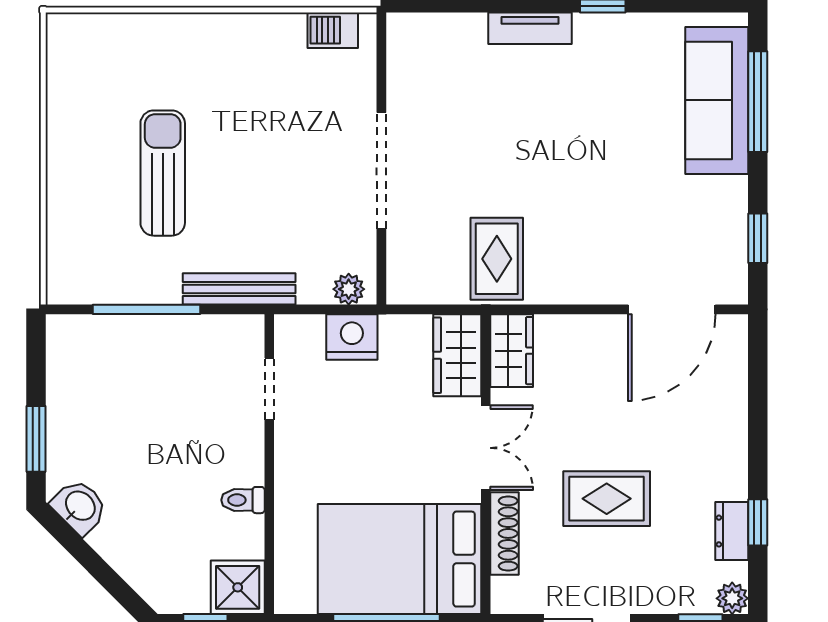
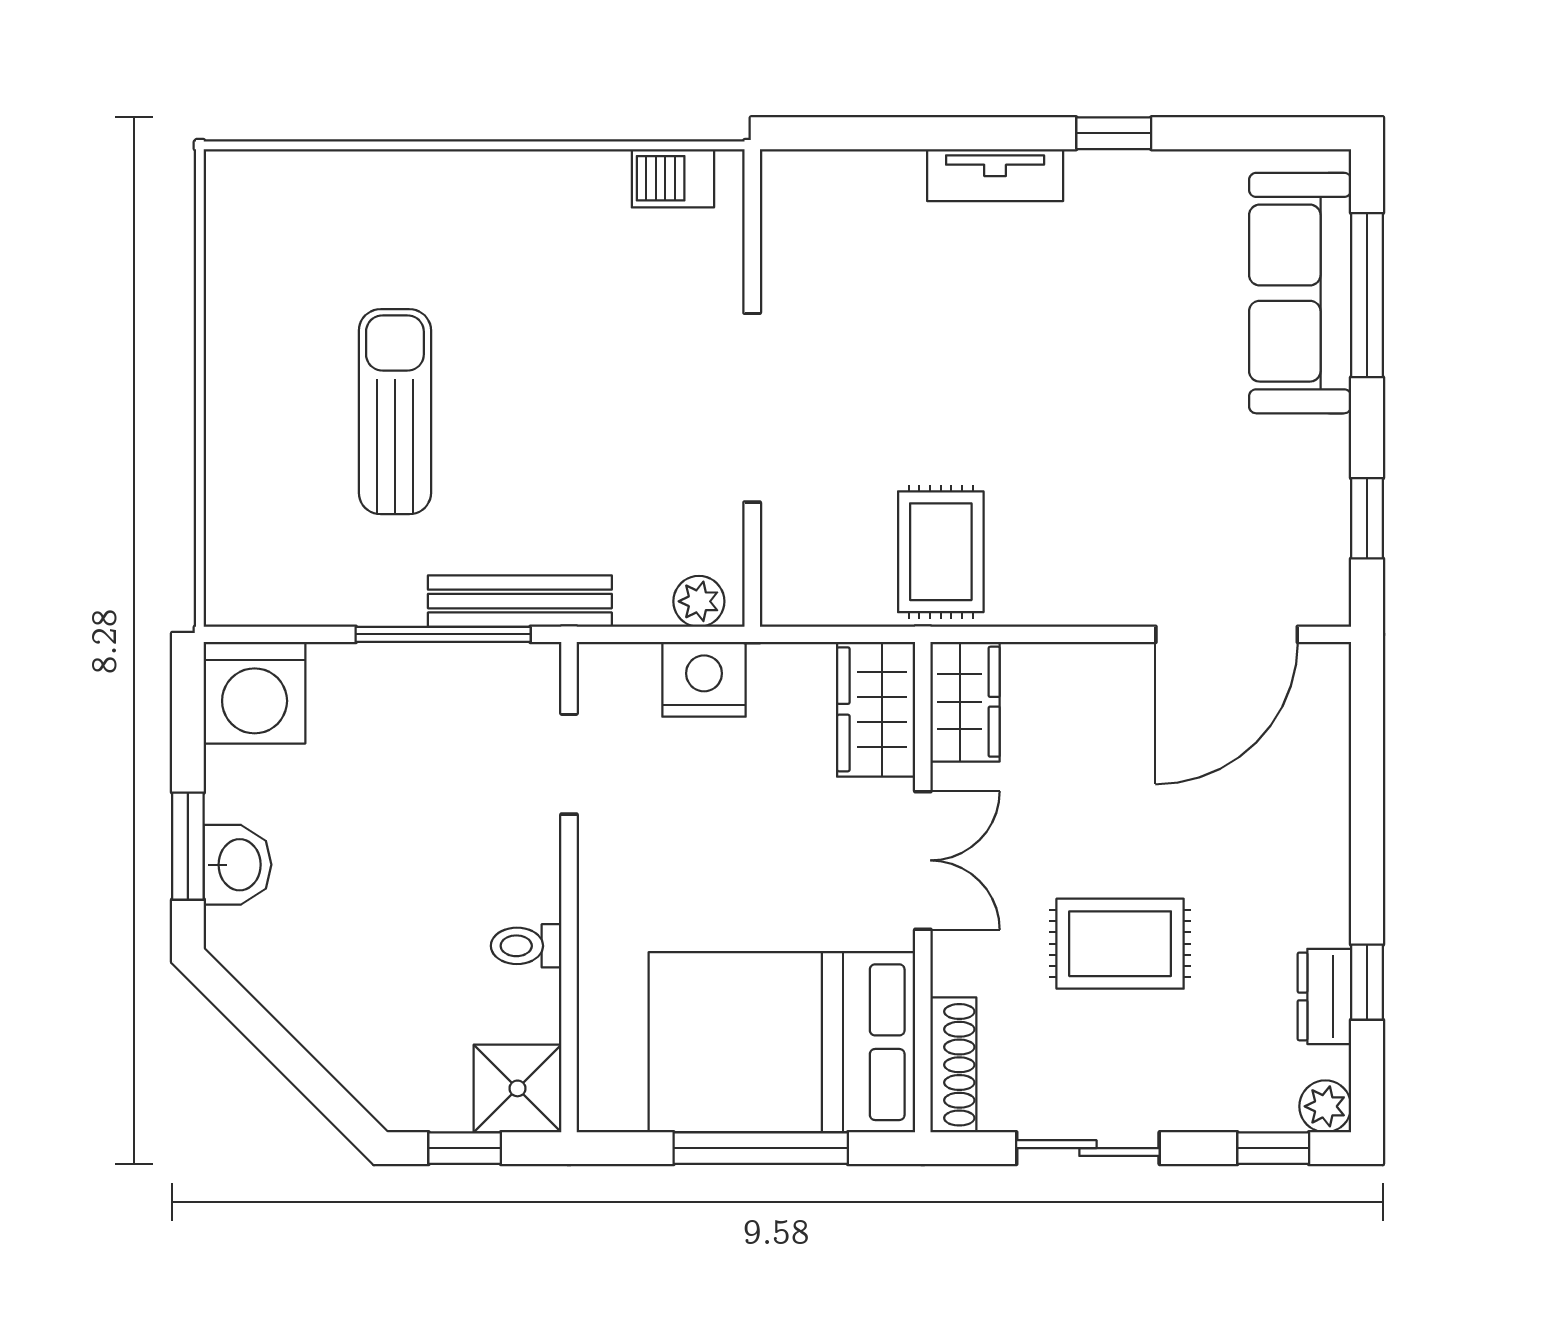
window: (147, 309) -> (443, 634), moved
washing machine: (77, 345) -> (255, 693), added
washbasin: (79, 507) -> (238, 865), moved, turned 45
shoe rack: (504, 533) -> (953, 1065), moved

